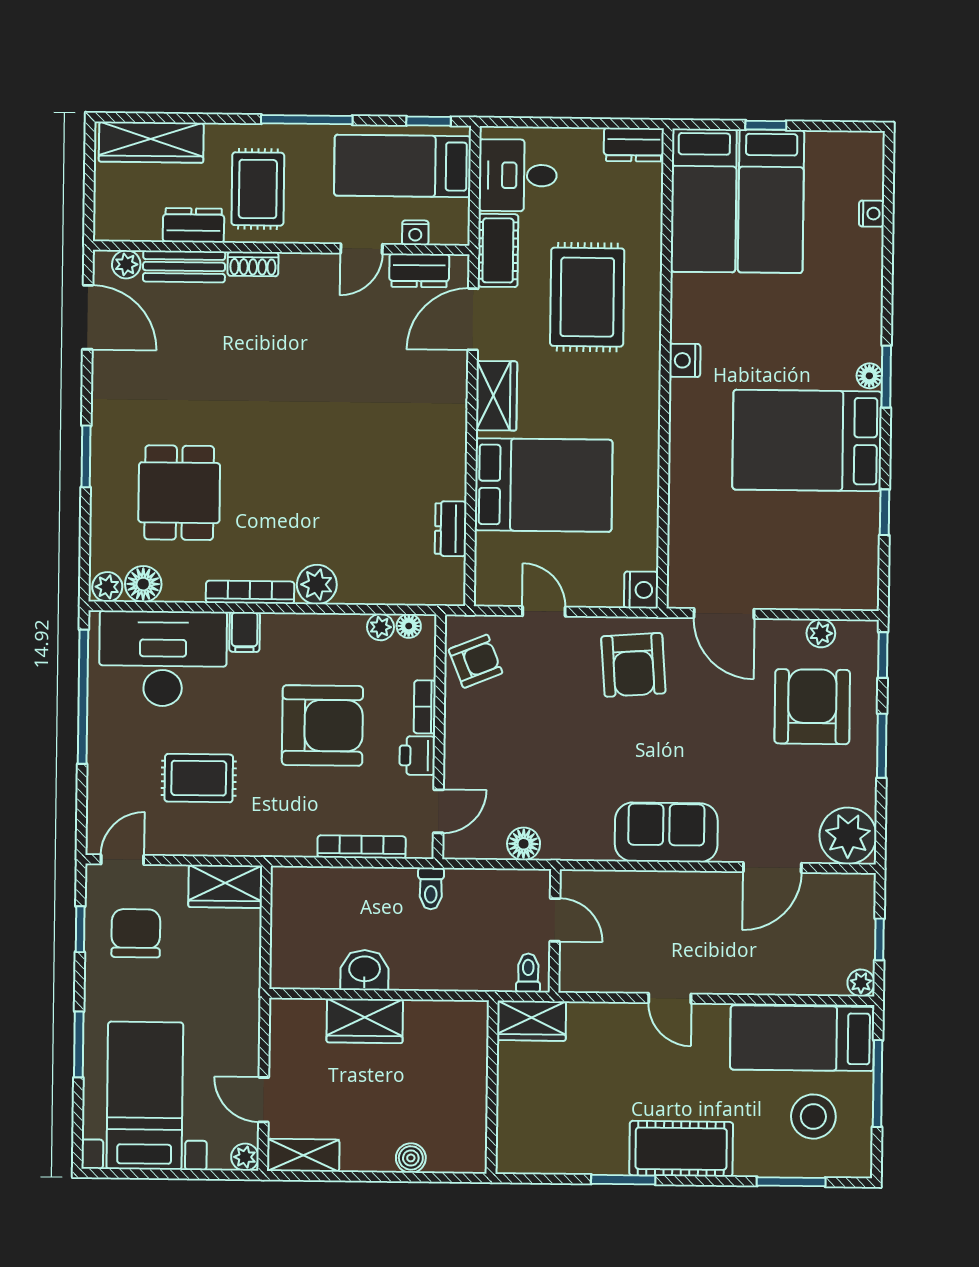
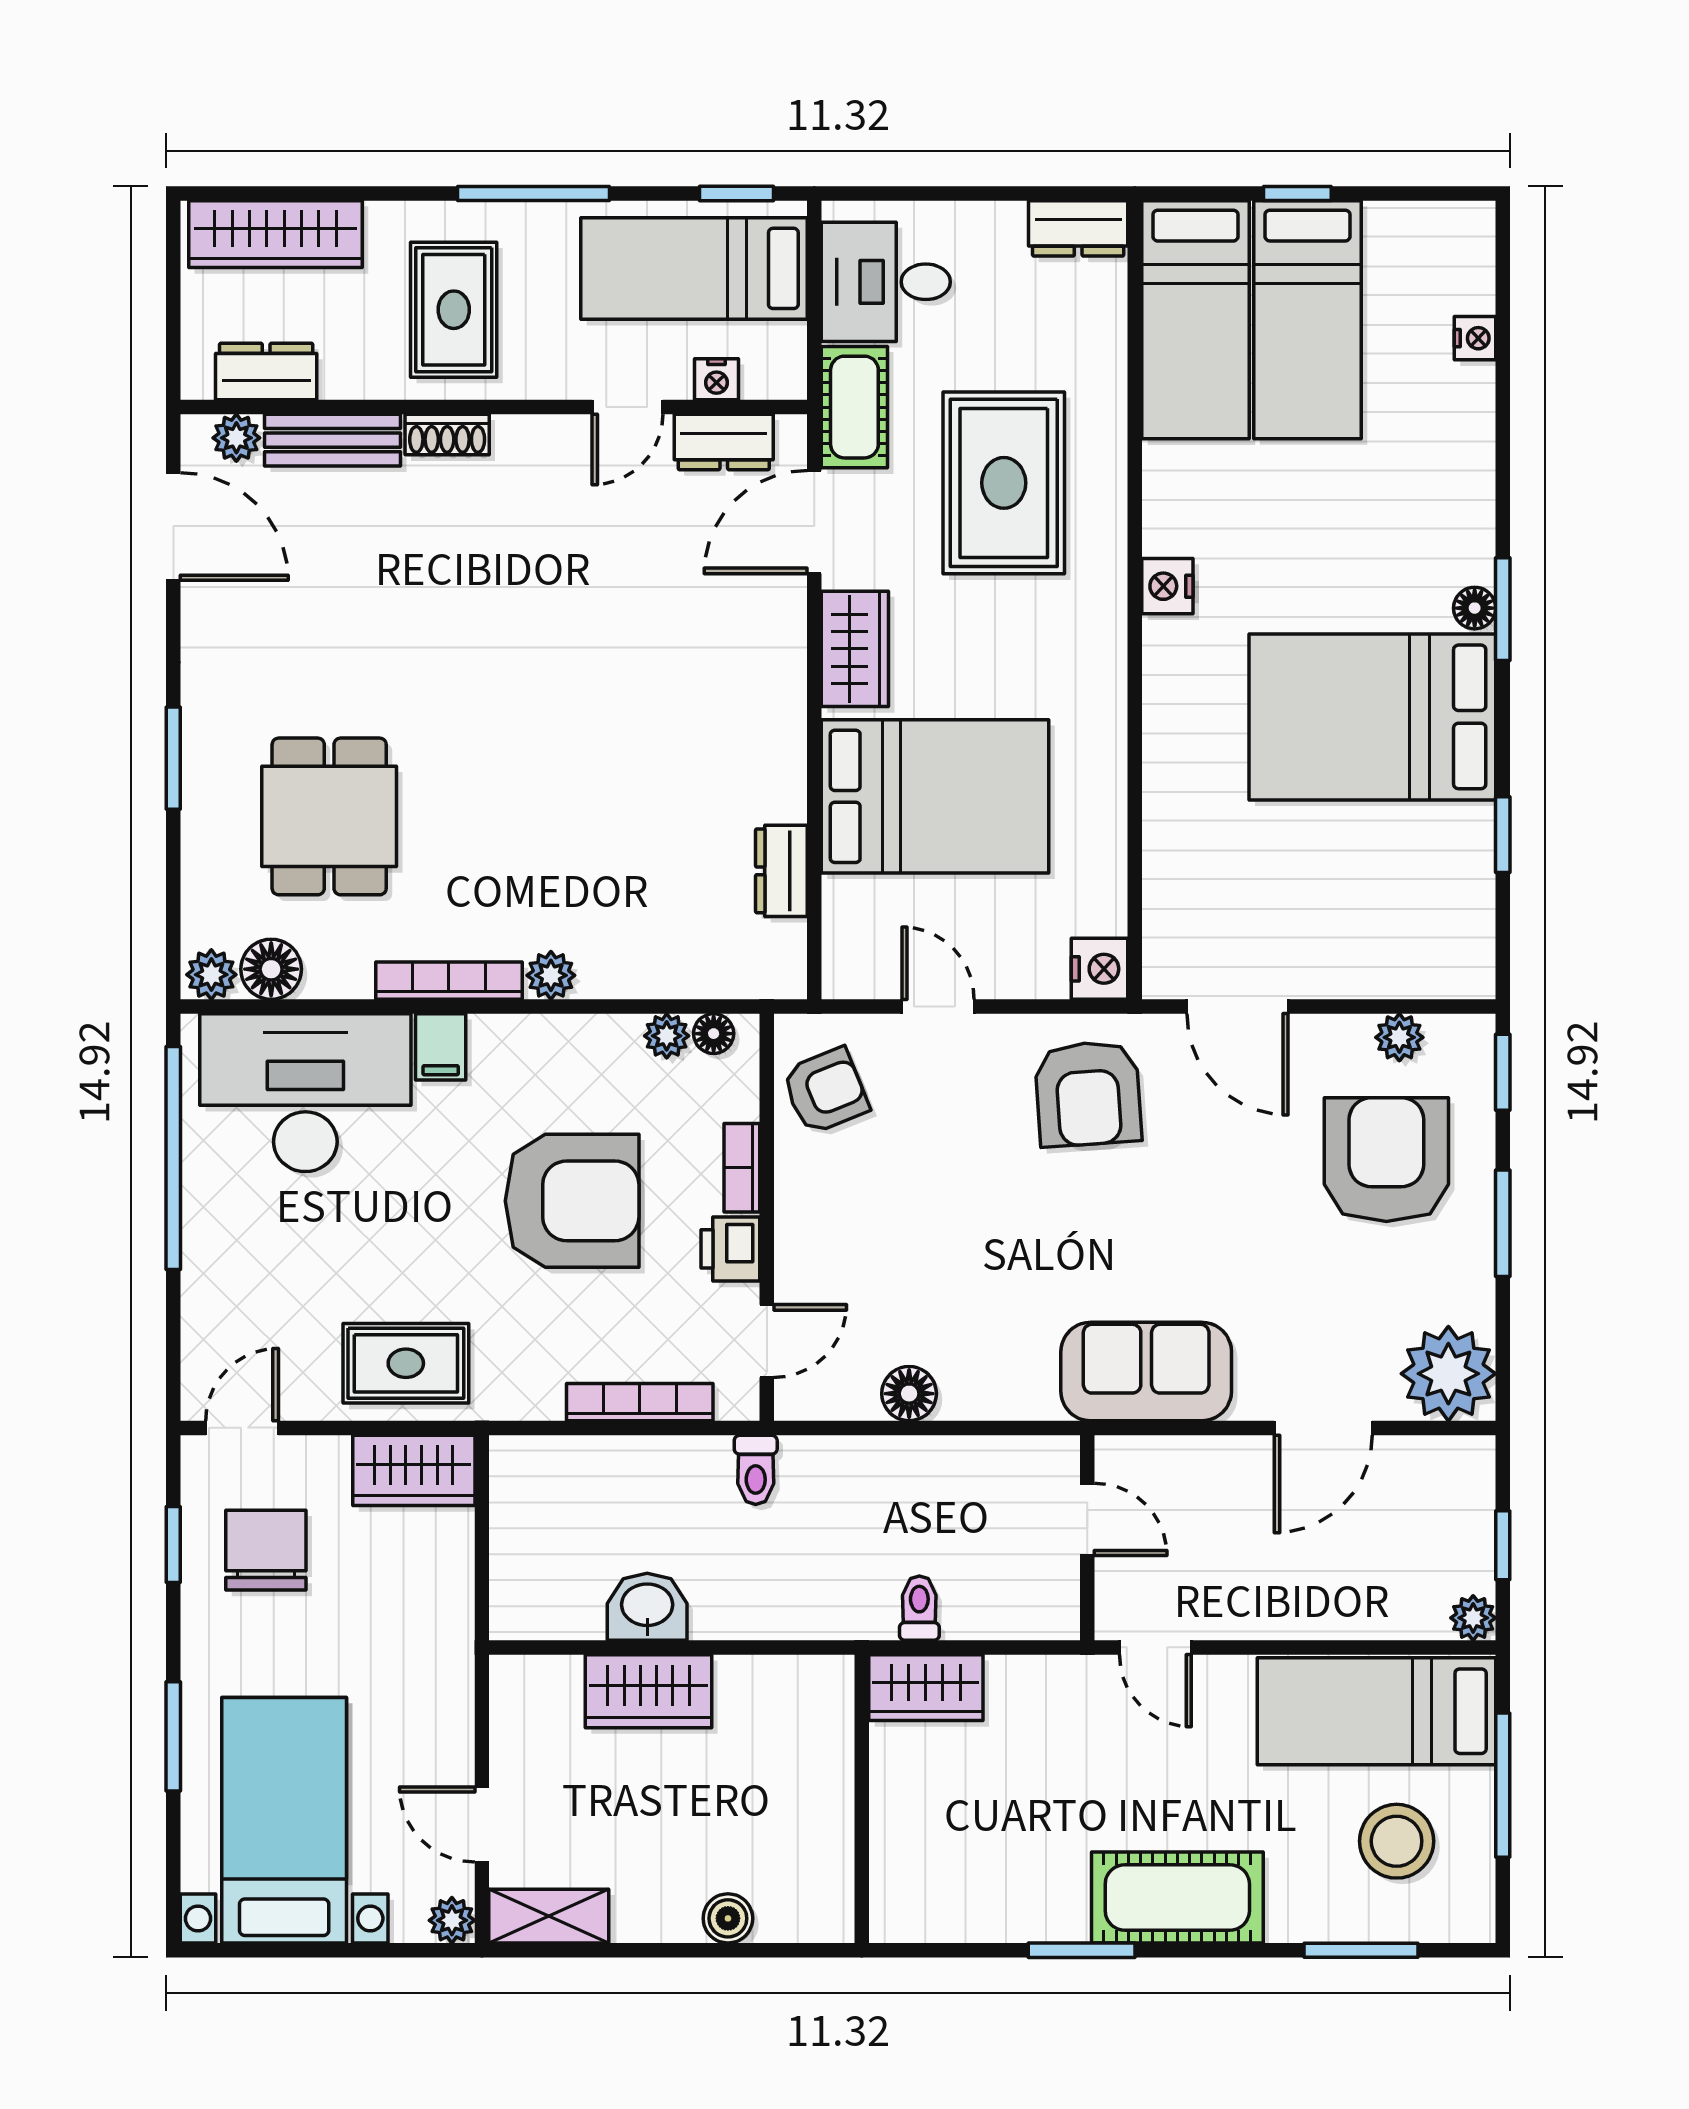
dresser: (194, 225) -> (266, 372), moved
plant: (317, 584) -> (551, 975), width x0.73, depth x0.73
rug: (199, 778) -> (406, 1363), moved
door: (555, 920) -> (1087, 1519), moved
wall: (555, 931) -> (1087, 1538), moved

